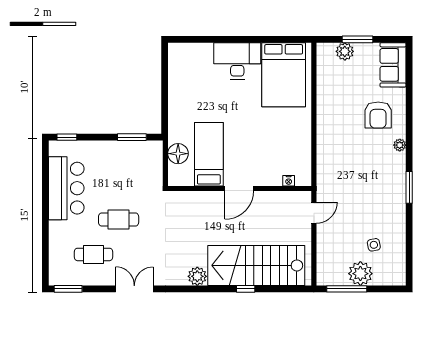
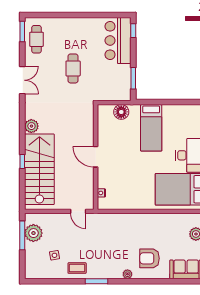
bed: (209, 154) -> (151, 128), moved, turned 90
bar counter: (66, 188) -> (118, 40), moved, turned 90
coffee table: (391, 214) -> (77, 268), added
cafe table: (93, 254) -> (37, 39), moved
plant: (360, 274) -> (33, 233), moved

